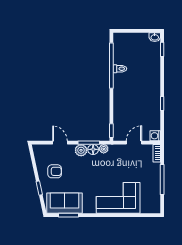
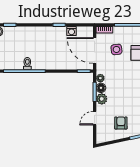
washing machine: (155, 136) -> (71, 31), moved
door: (134, 143) -> (95, 51), width x1.87
side table: (135, 166) -> (116, 49), added

